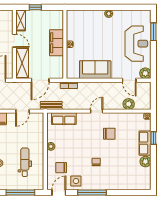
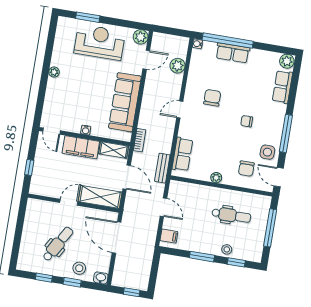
door: (65, 19) -> (52, 131), added
shelving: (21, 20) -> (114, 150), moved
sofa: (95, 70) -> (125, 102), width x1.36
door: (97, 111) -> (180, 110), hinge flipped
window: (153, 138) -> (228, 41), width x3.17
dental chair: (25, 162) -> (231, 215), turned 180
plant: (145, 162) -> (287, 61), moved
row of seats: (126, 184) -> (282, 87), added

